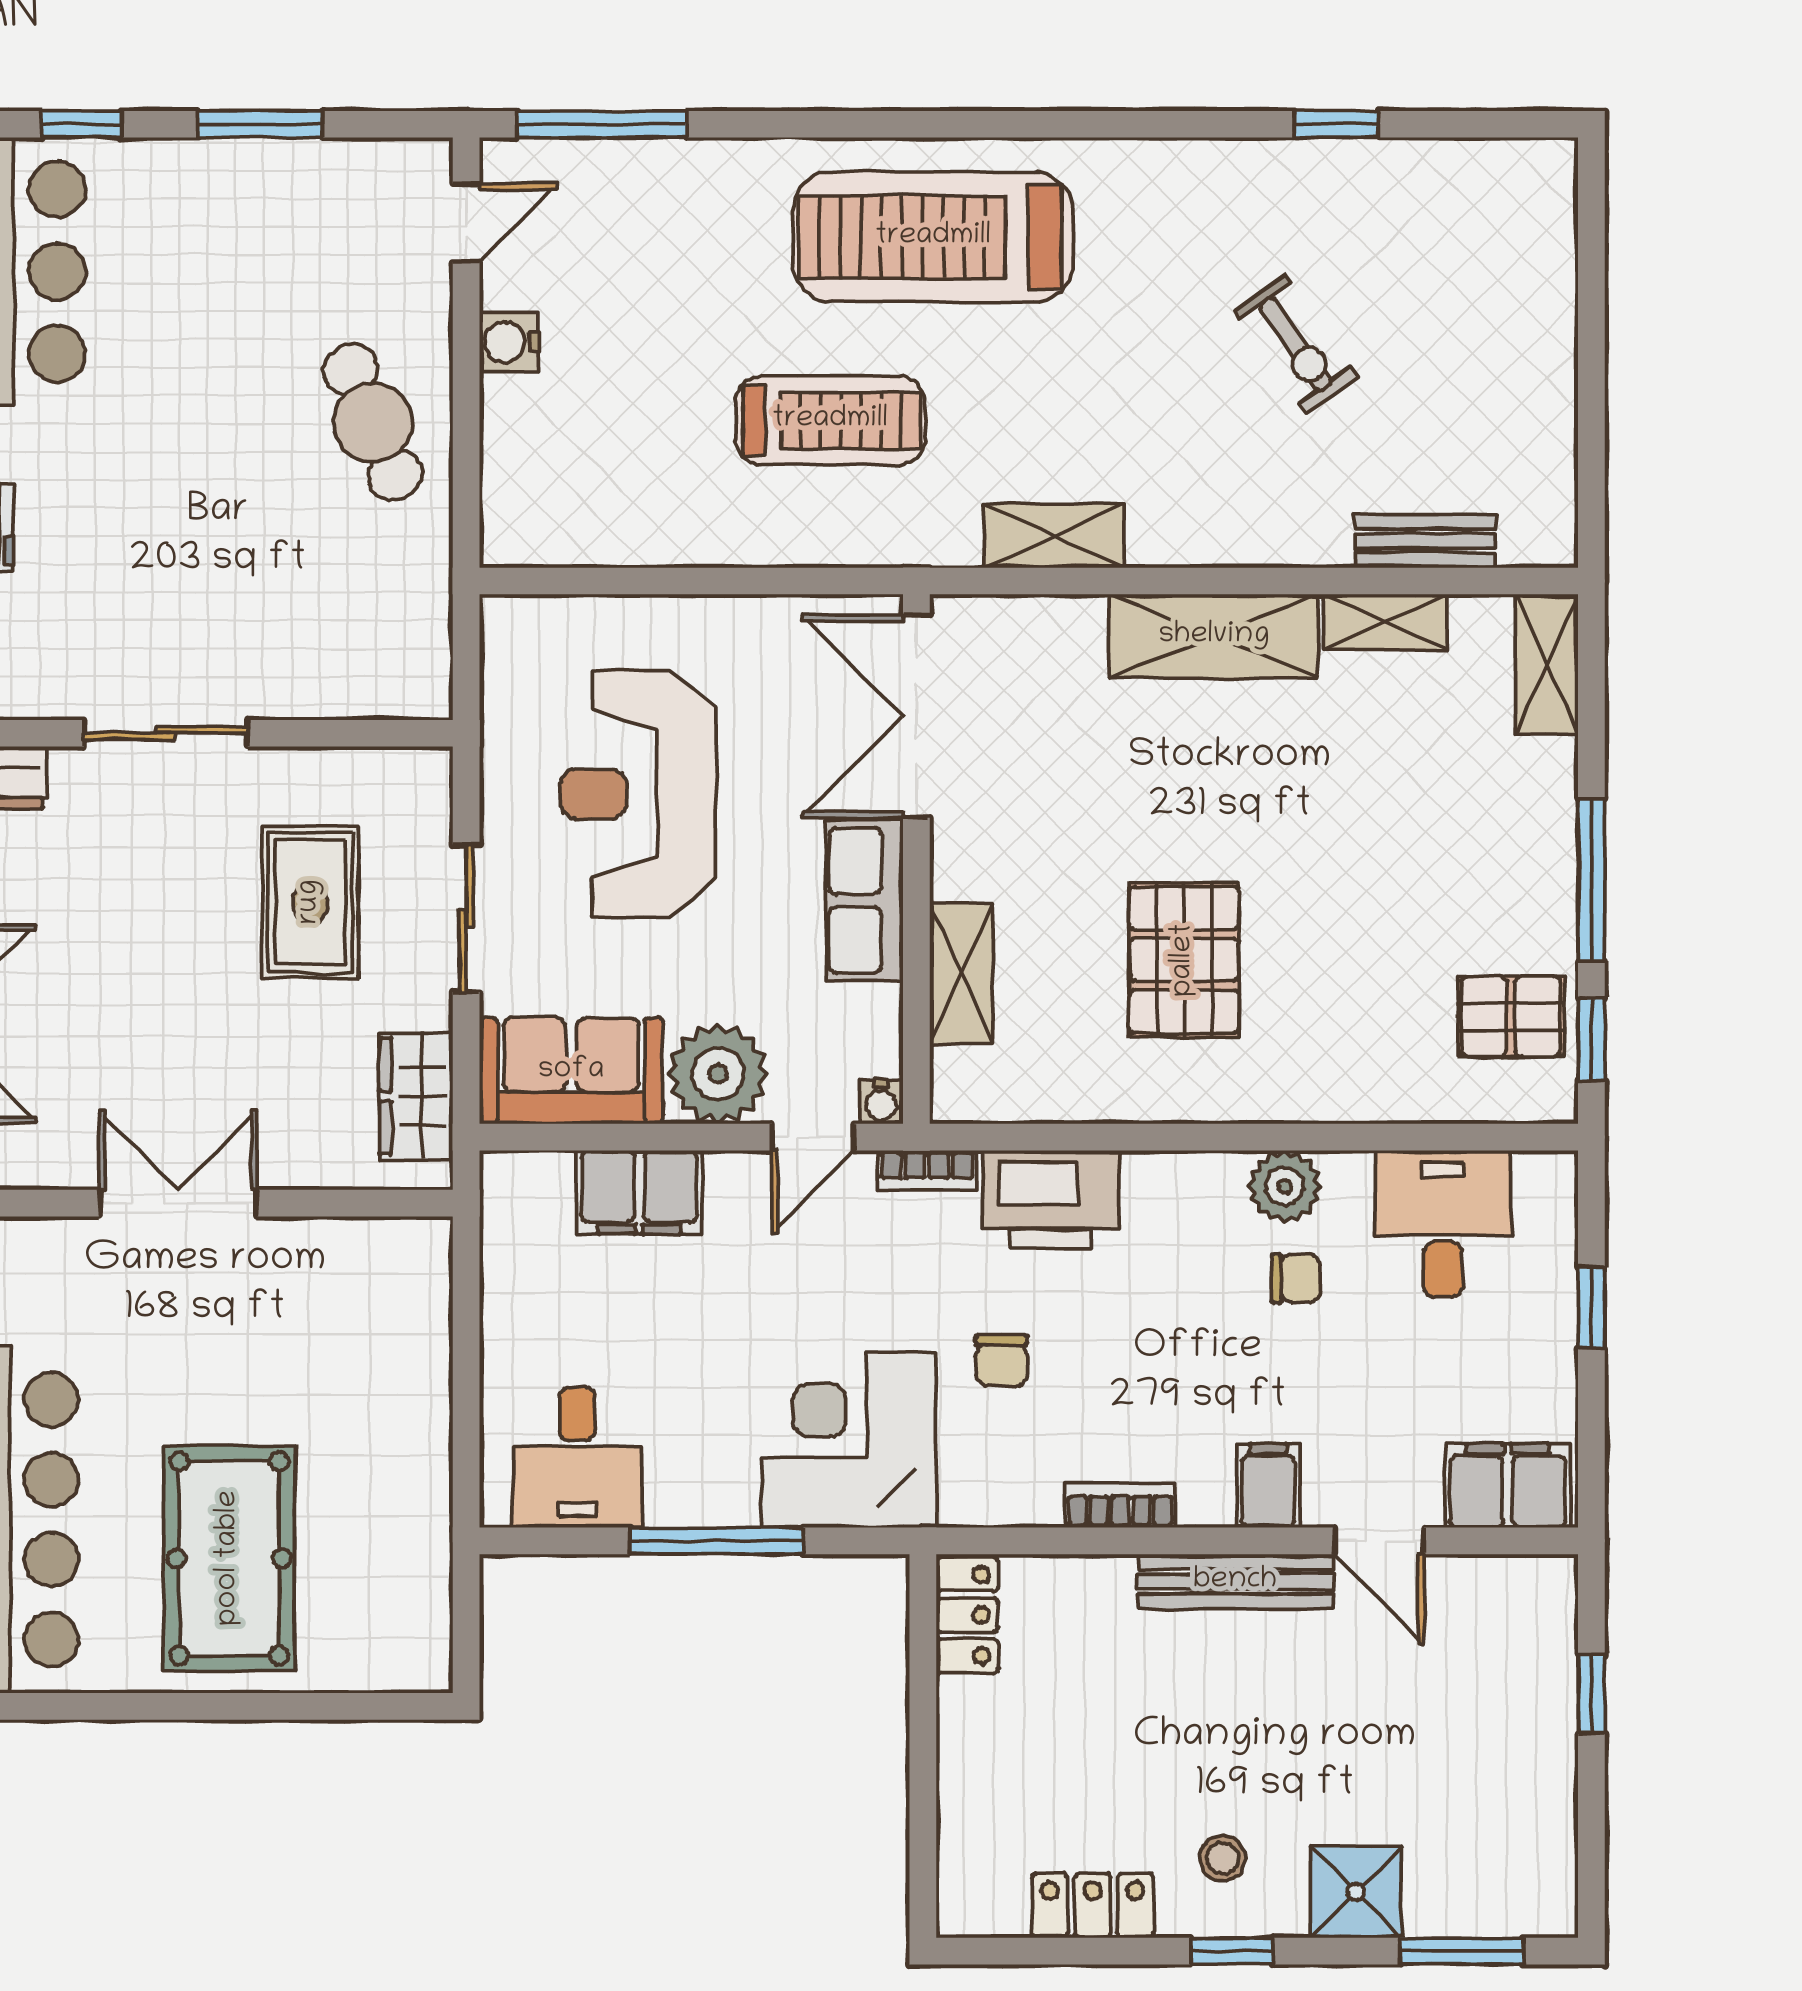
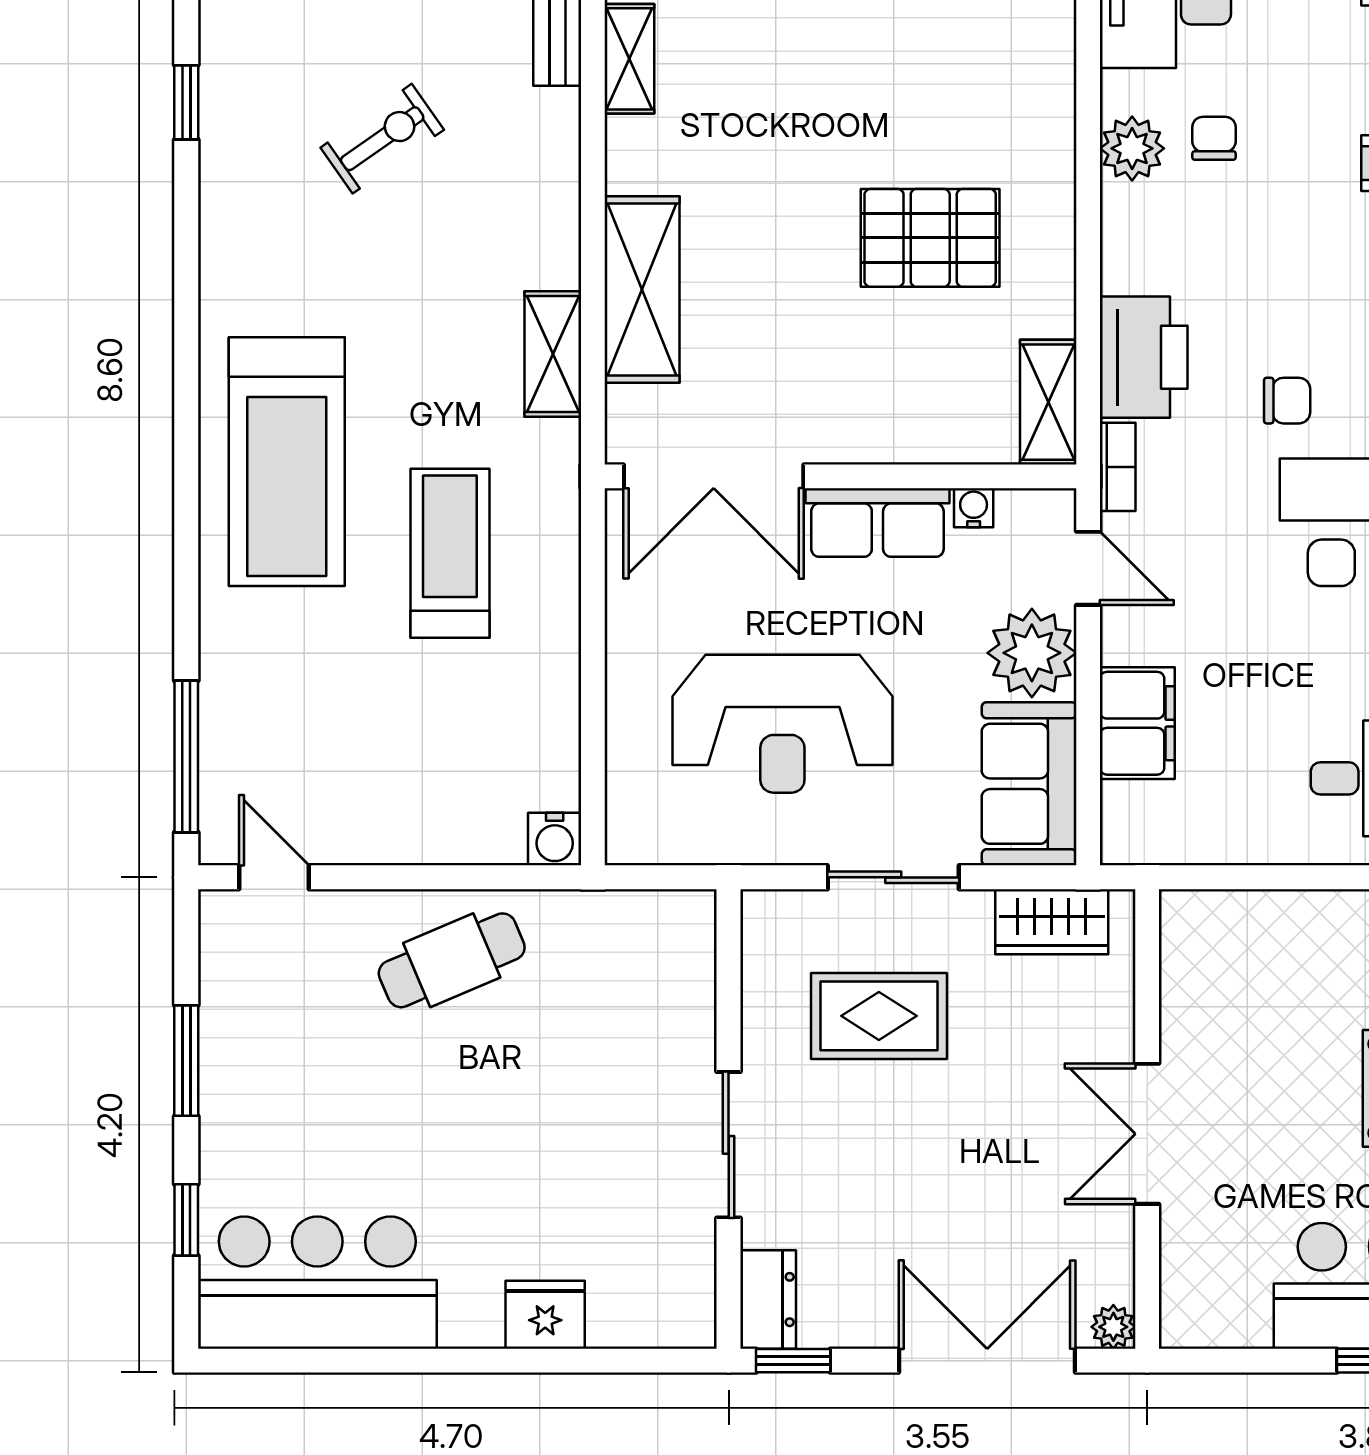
water cooler: (509, 342) -> (555, 839), moved
shelving: (1214, 636) -> (642, 289), moved
shelving: (961, 974) -> (1048, 402), moved, turned 90
water cooler: (881, 1102) -> (974, 508), moved, turned -90

